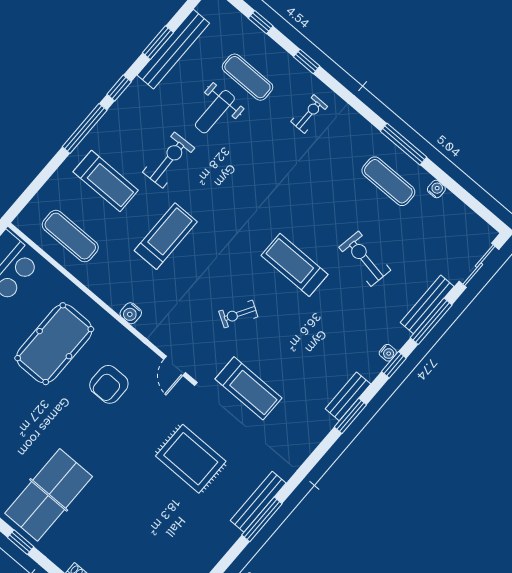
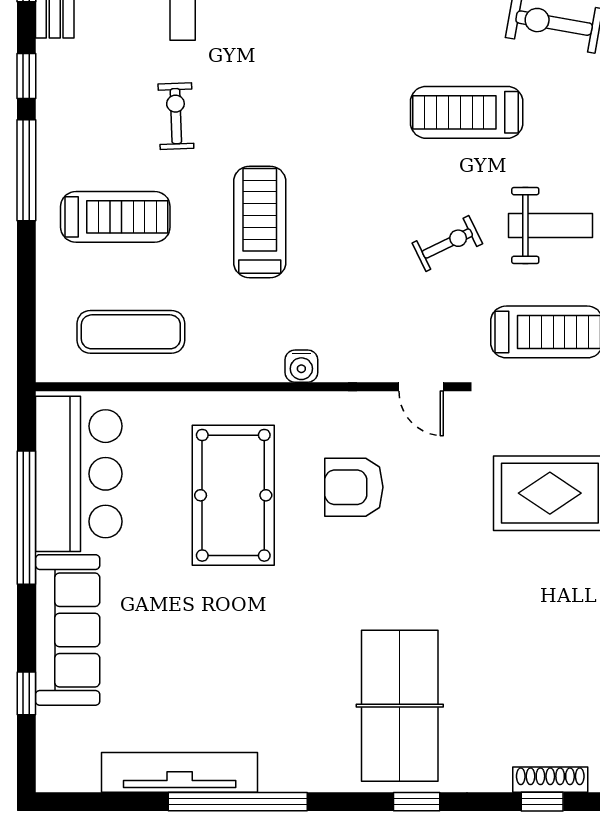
exercise bike: (169, 160) -> (176, 116), width x0.73, depth x0.72
exercise bike: (238, 314) -> (447, 243), turned -147
weight bench: (289, 344) -> (550, 225), added
armchair: (109, 384) -> (354, 487), turned 90

